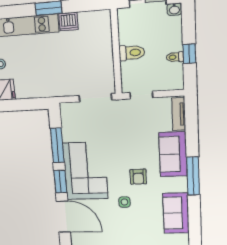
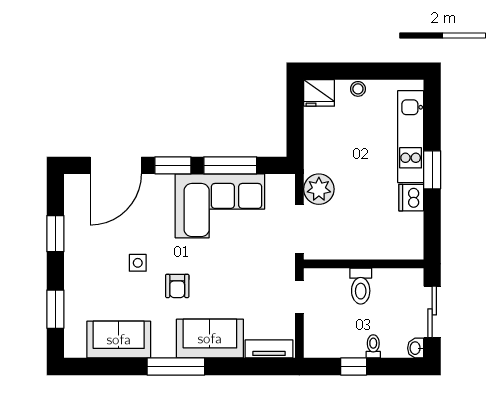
toilet: (175, 57) -> (373, 346), moved
plant: (68, 86) -> (319, 189), added
corner sofa: (85, 171) -> (220, 206), moved
armchair: (138, 177) -> (177, 286), turned -90

